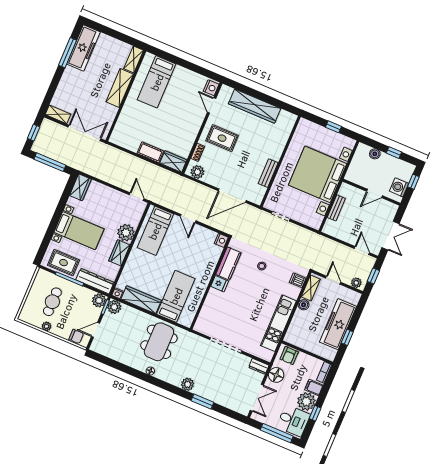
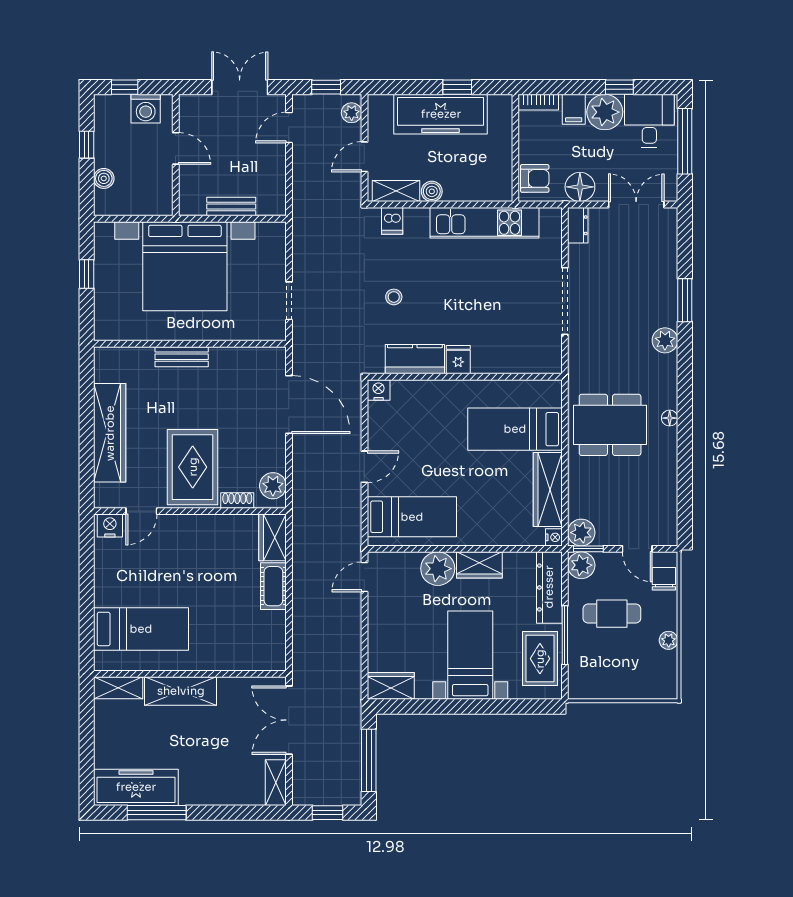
rug: (222, 138) -> (193, 467), width x1.36, depth x1.43
bench: (268, 173) -> (182, 357), moved
cafe table: (52, 302) -> (612, 614), moved

